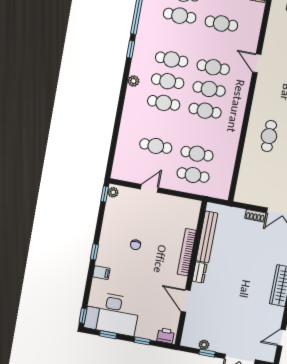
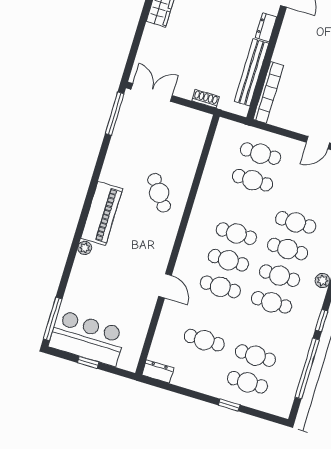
cafe table: (269, 136) -> (159, 193), turned -36
cafe table: (156, 146) -> (296, 222), moved
shoe rack: (255, 216) -> (206, 99), moved
bookcase: (187, 252) -> (268, 92), moved

